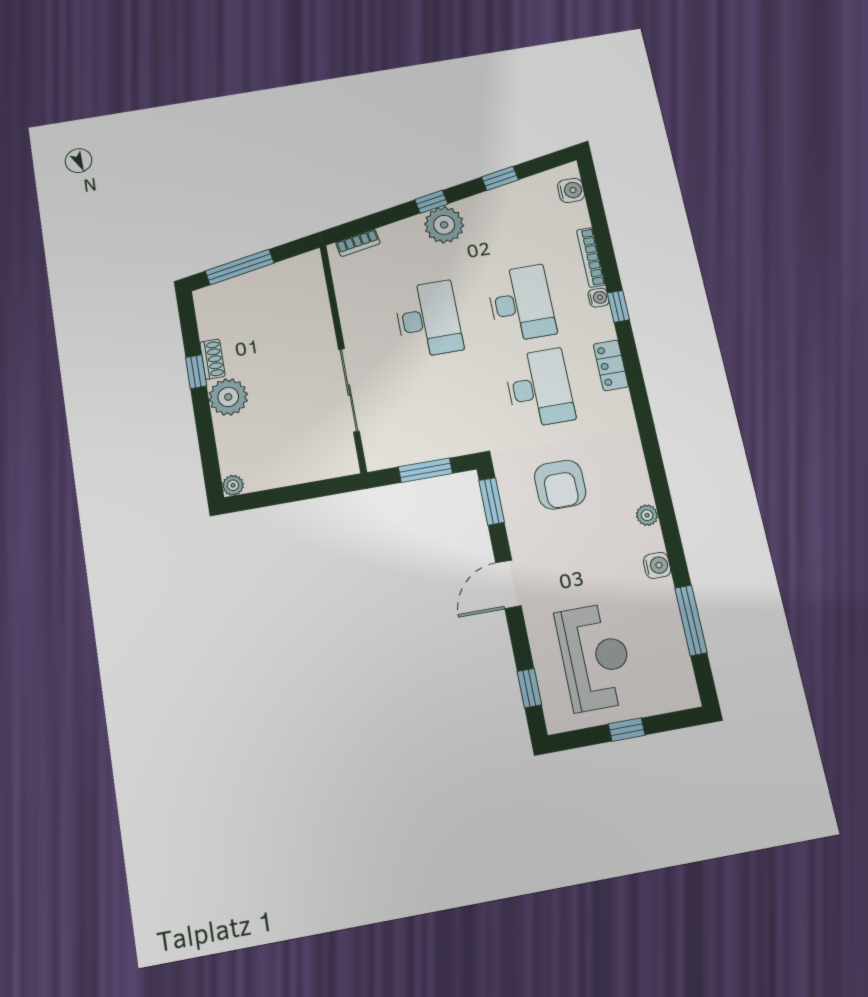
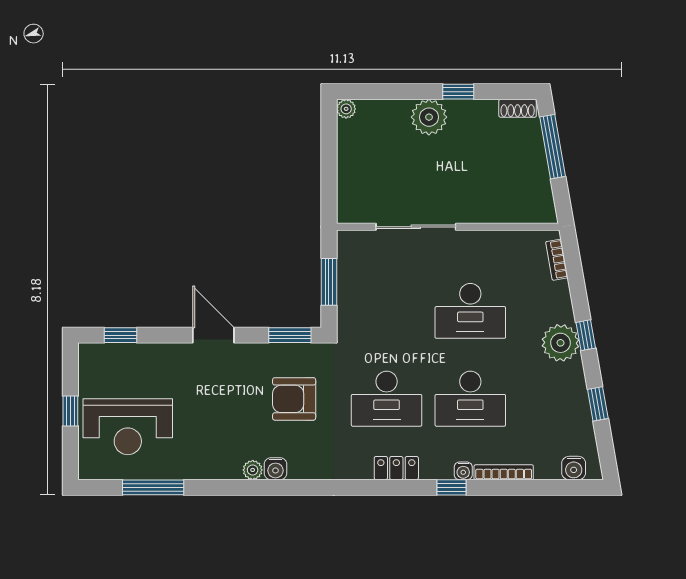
shoe rack: (212, 359) -> (518, 108), moved
water cooler: (657, 565) -> (276, 469), moved
reception desk: (595, 657) -> (128, 427), moved

